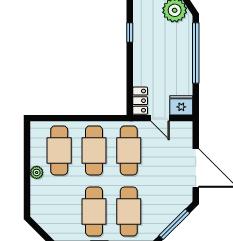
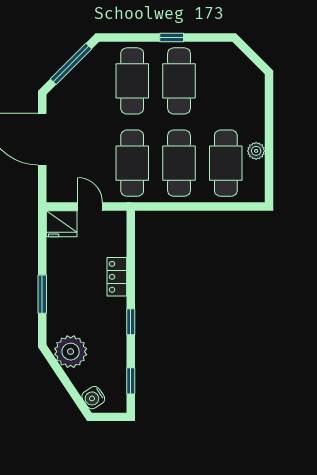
window: (196, 53) -> (42, 294), width x0.47
locker: (140, 101) -> (117, 277), moved
plant: (37, 172) -> (256, 151), moved

